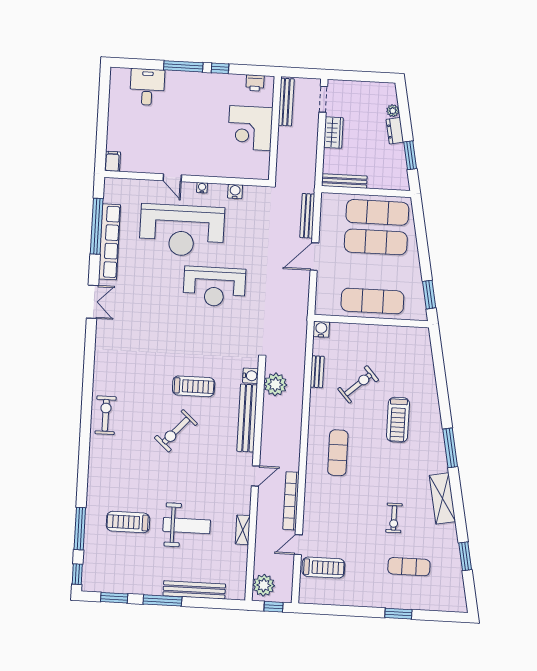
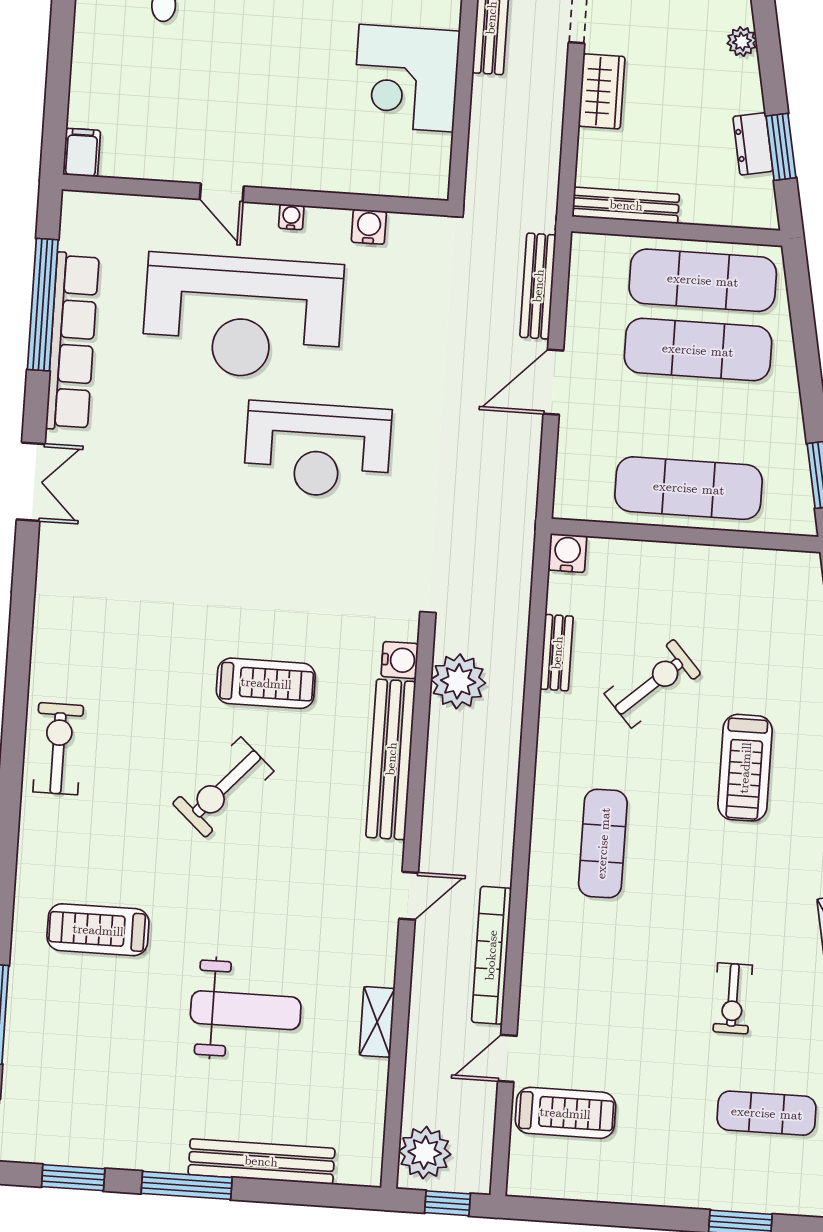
dresser: (395, 131) -> (753, 144), moved
treadmill: (128, 522) -> (98, 930), moved

